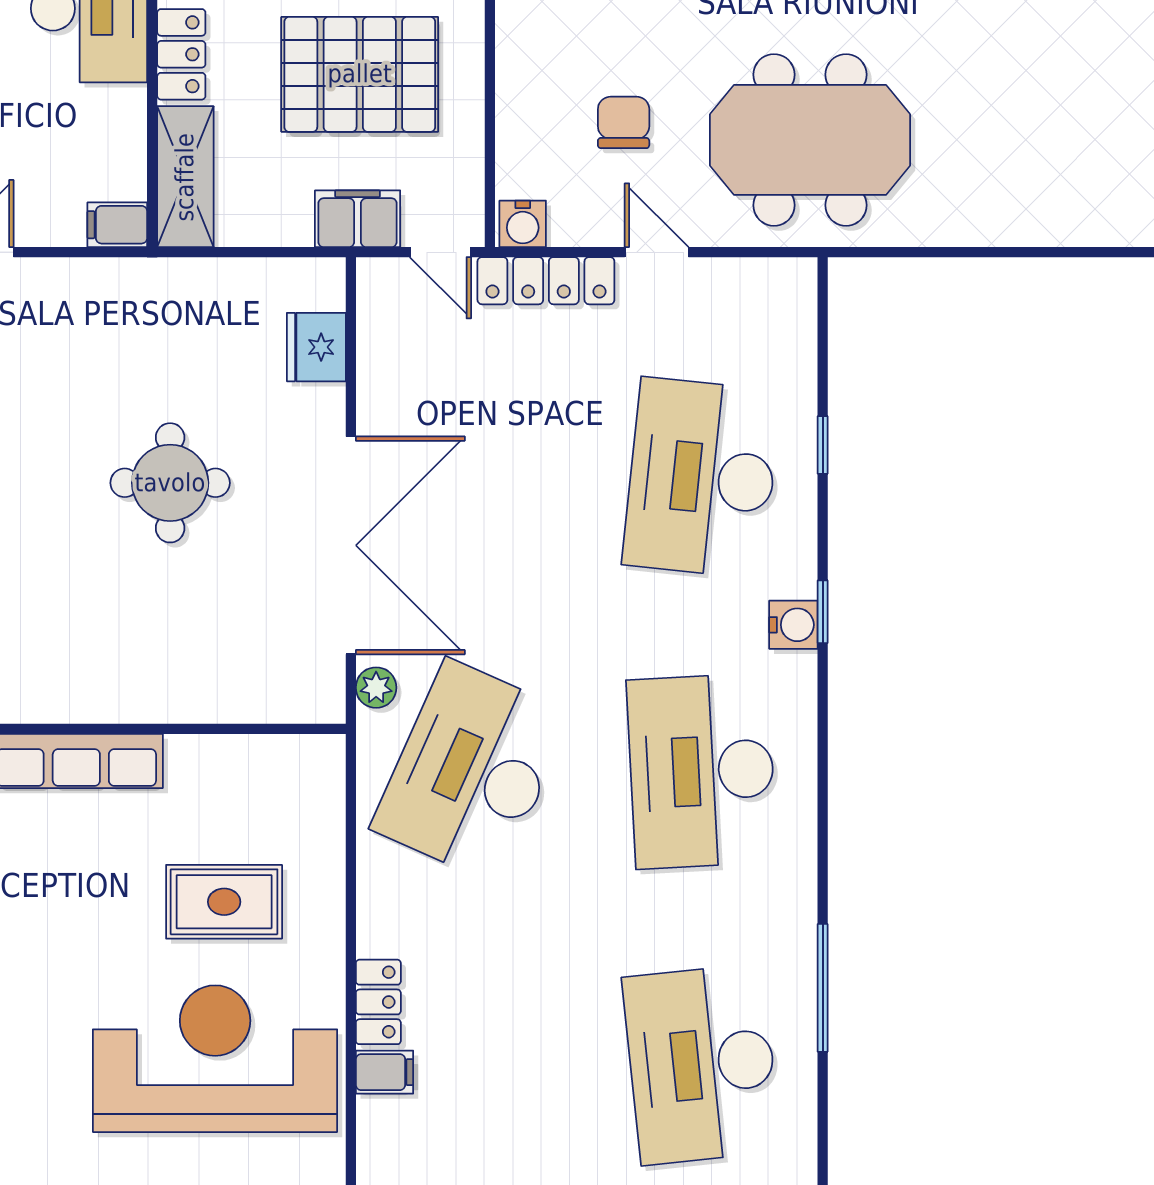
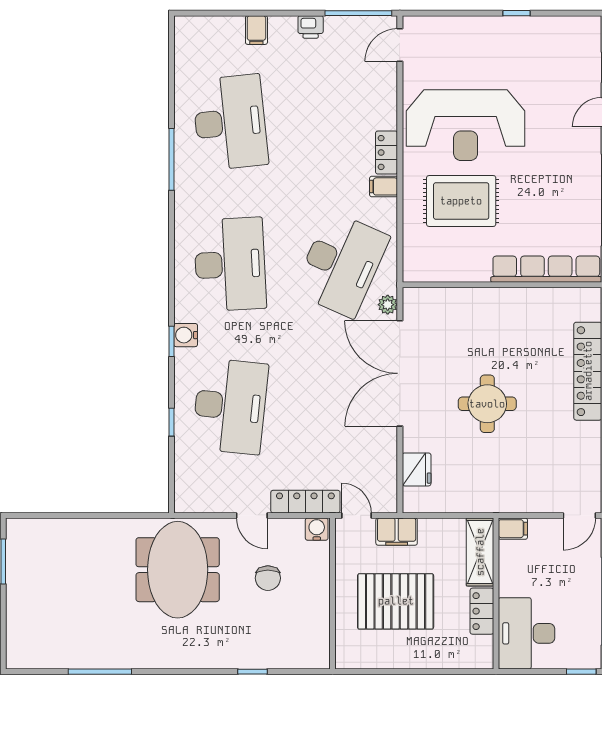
meeting table: (810, 140) -> (178, 570), turned 90
rug: (224, 902) -> (461, 201), width x1.36, depth x1.43
filing cabinet: (384, 1072) -> (384, 186), moved

